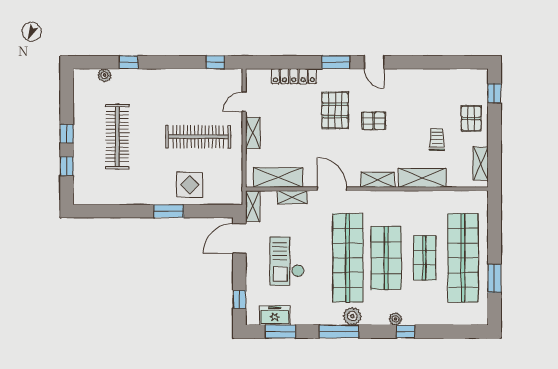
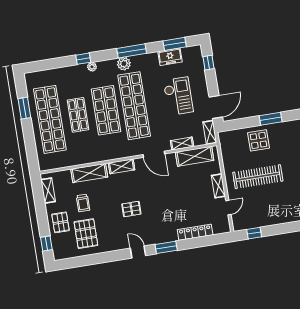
pallet: (335, 110) -> (86, 234), moved
freezer: (275, 315) -> (170, 57), moved

